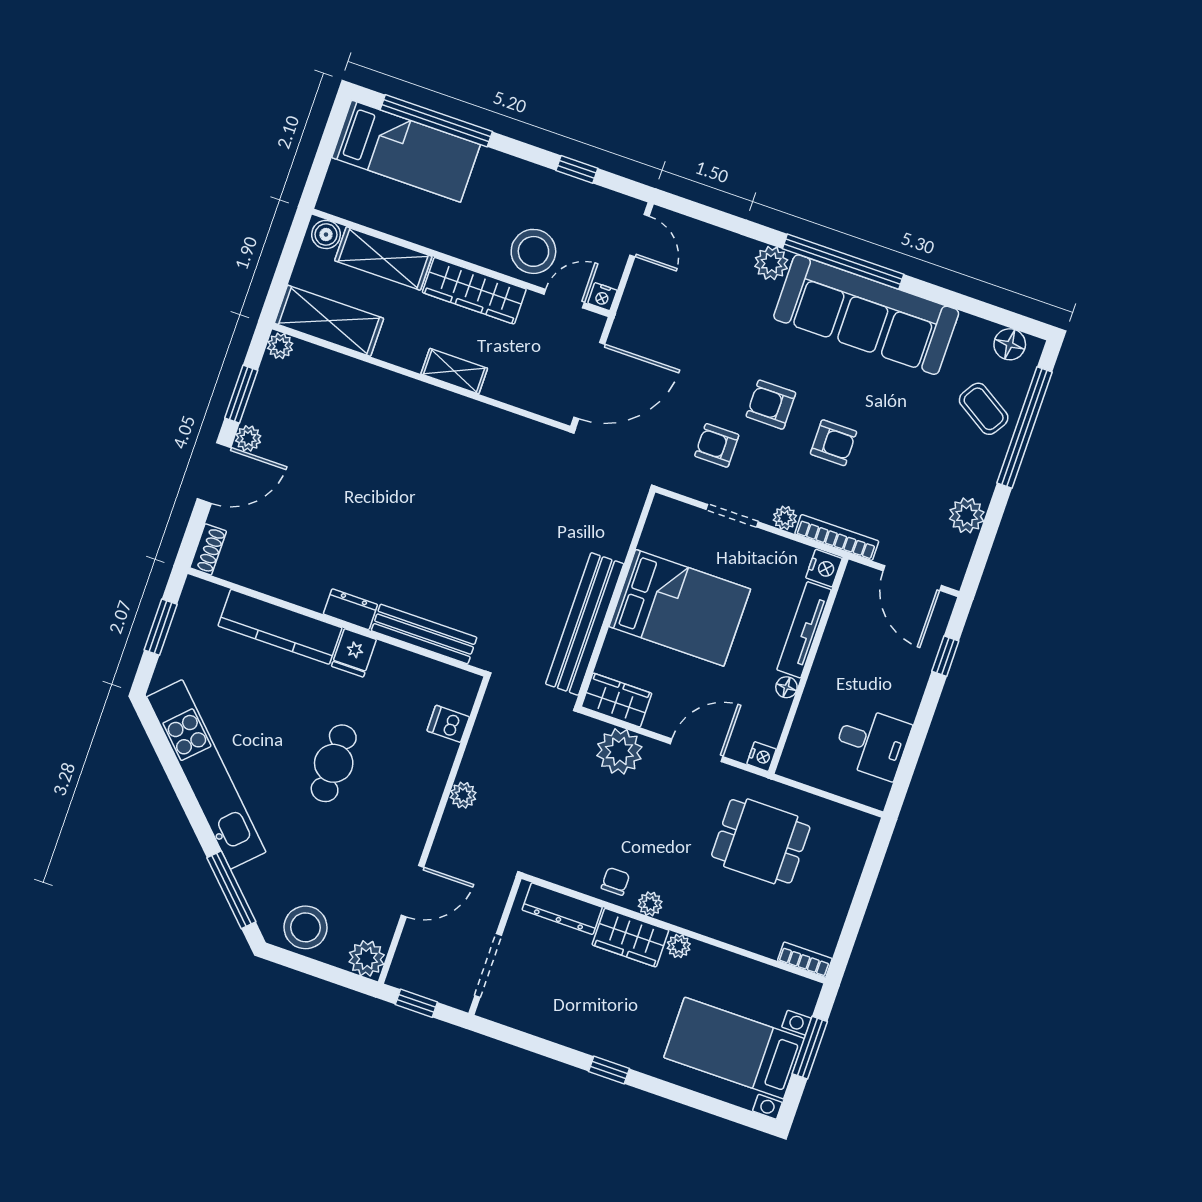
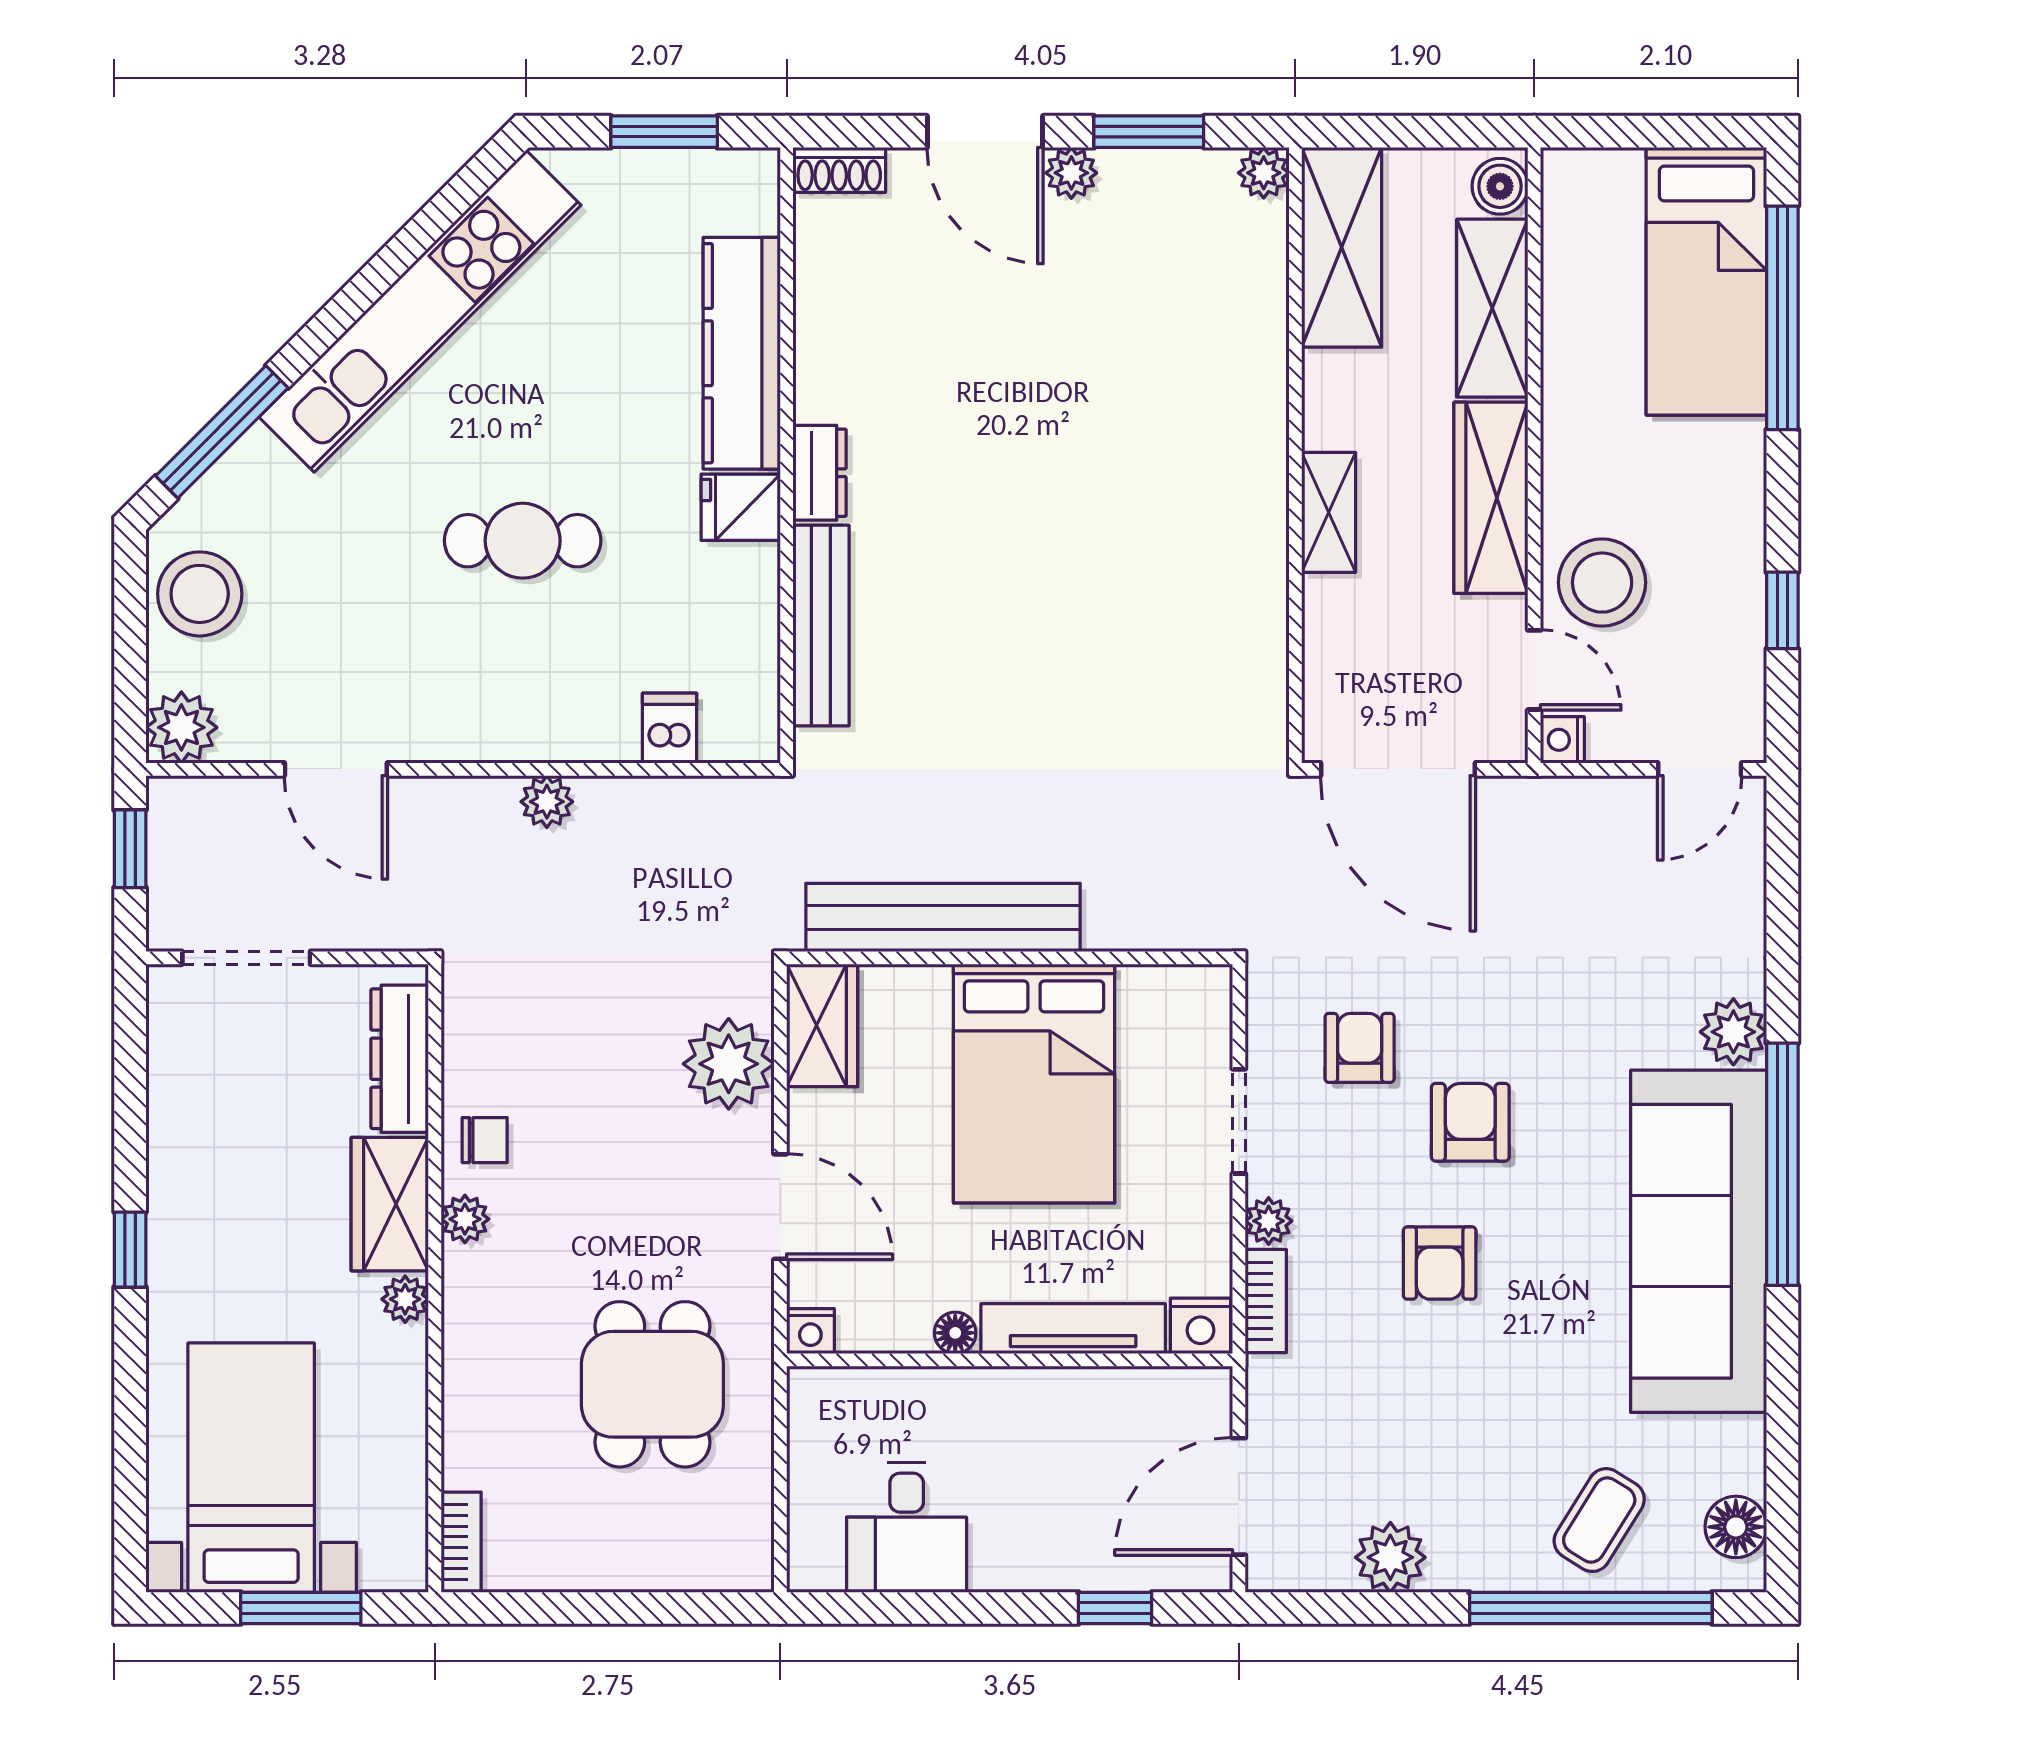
bookcase: (837, 537) -> (1266, 1301), width x0.64

